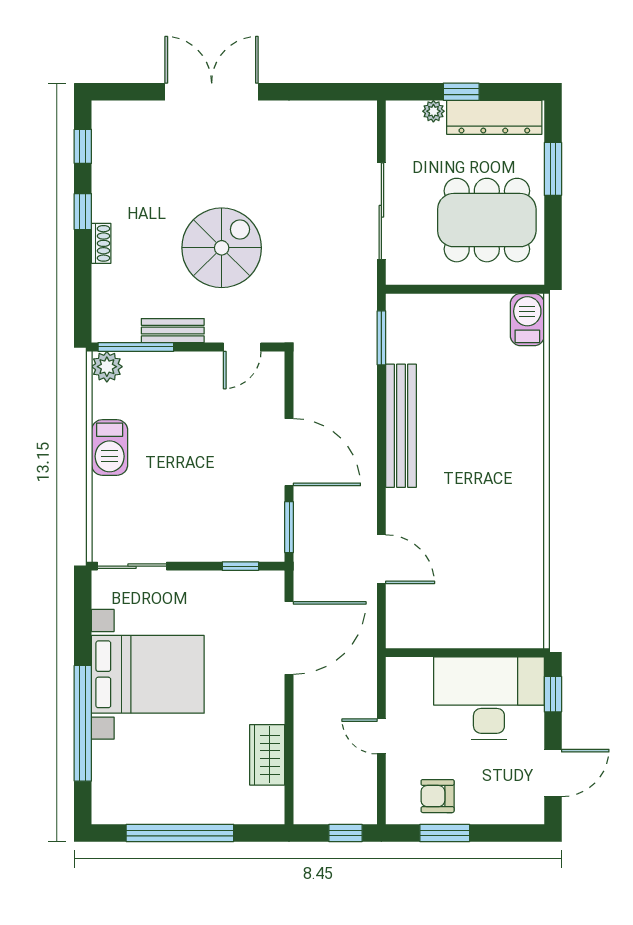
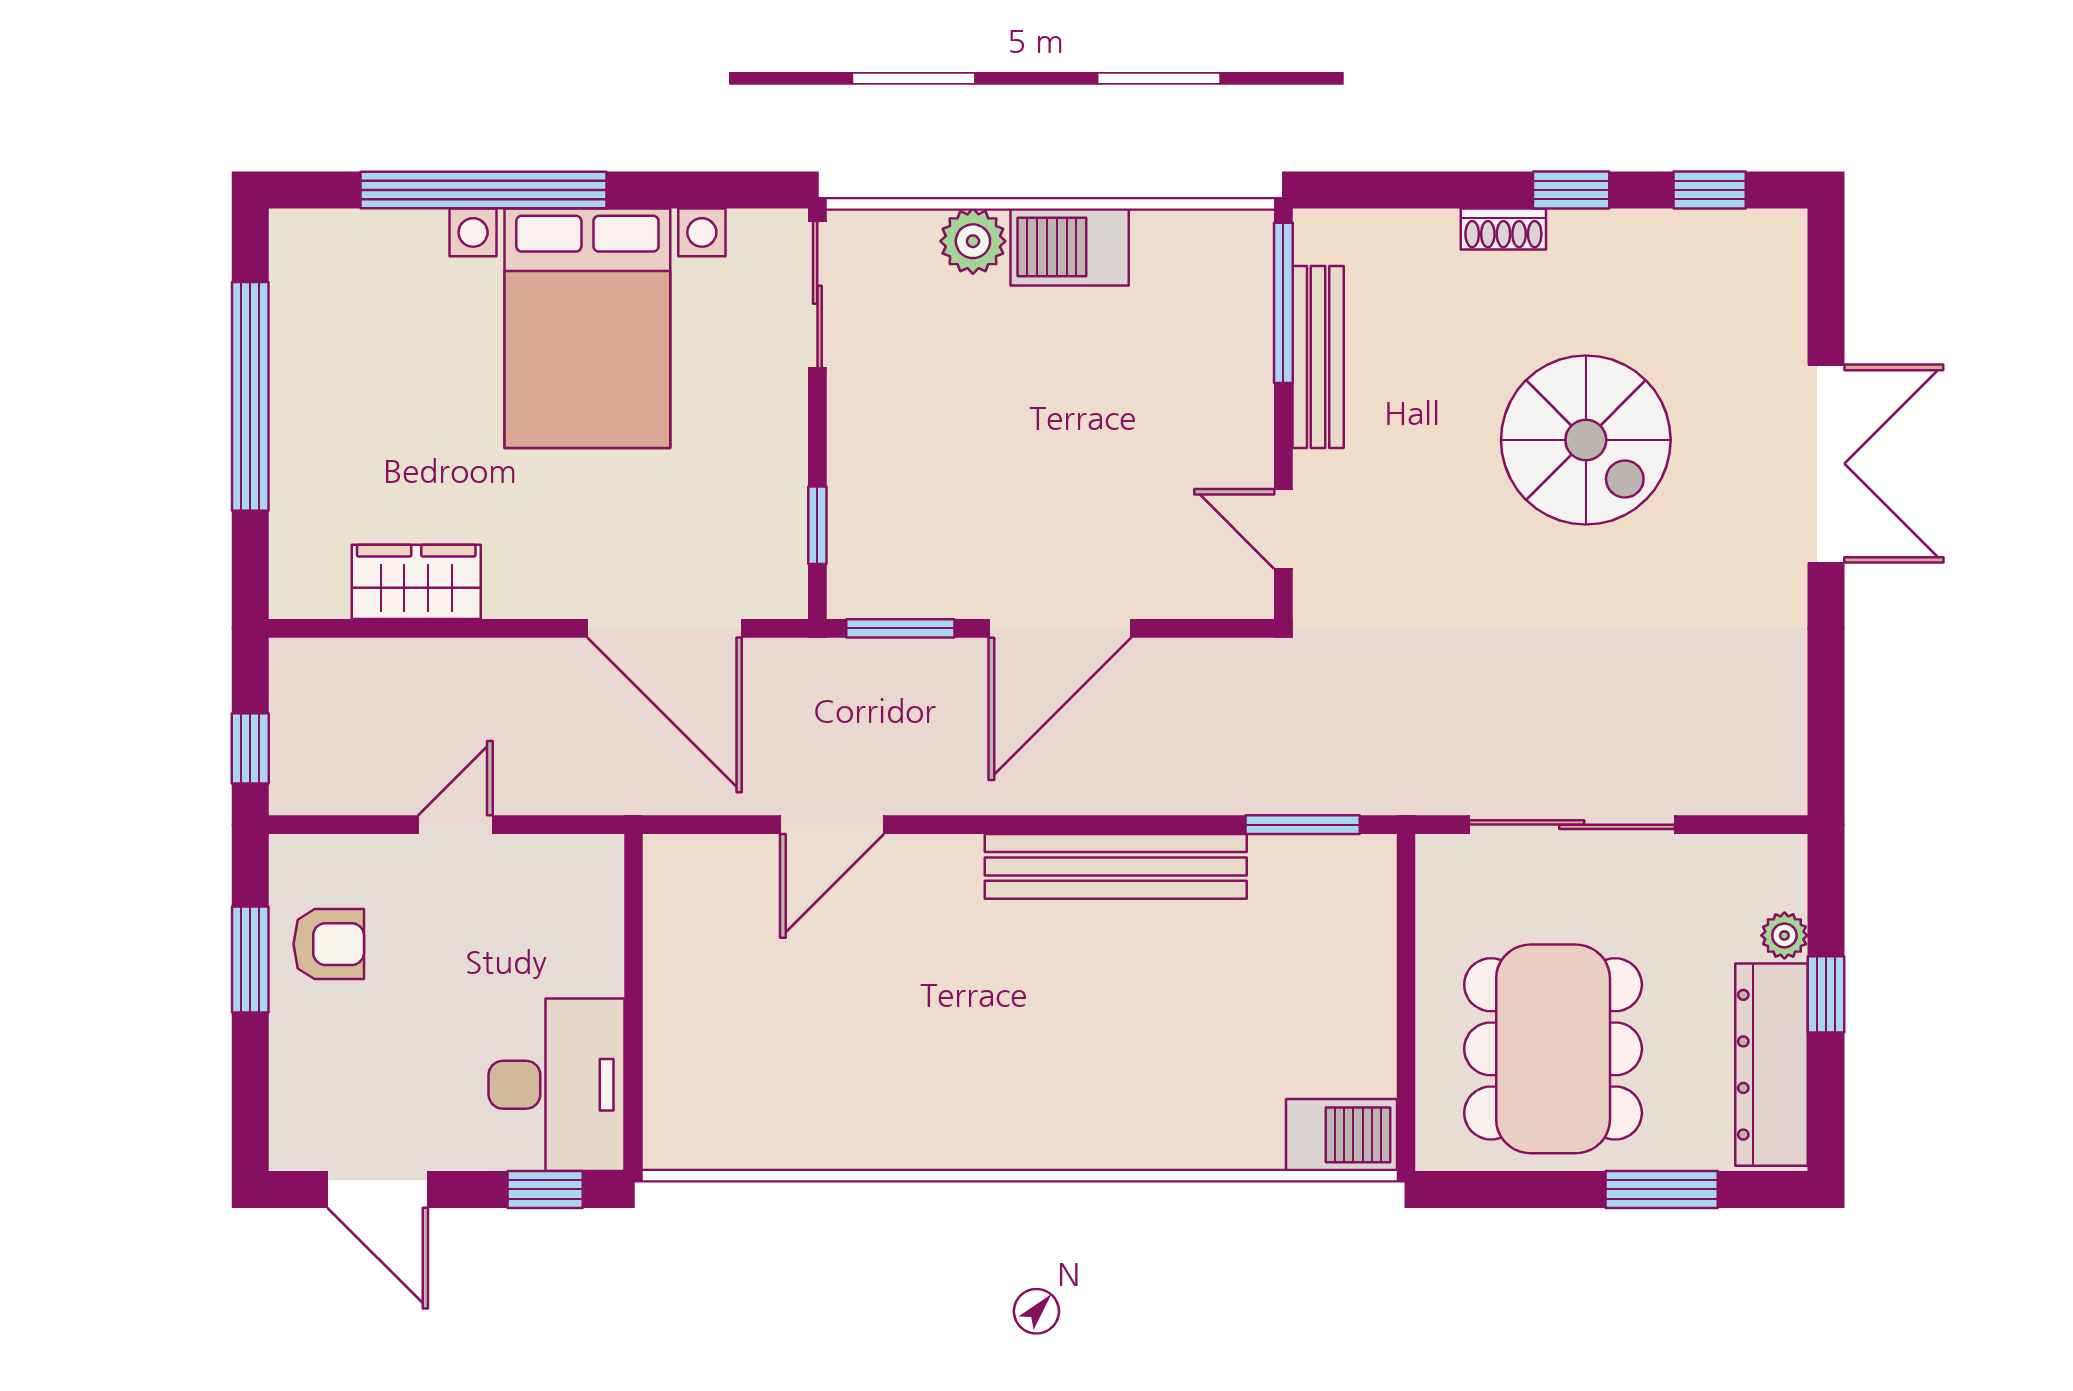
spiral stairs: (222, 248) -> (1586, 440), moved
bench: (173, 331) -> (1318, 357), width x1.36
plant: (107, 367) -> (973, 241), moved
desk: (489, 698) -> (556, 1085), width x0.73, depth x0.77
armchair: (438, 796) -> (329, 944), turned 90

